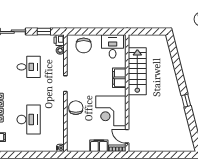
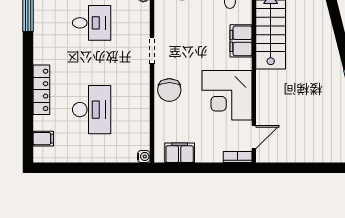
chair: (76, 108) -> (169, 90), turned 180
door: (127, 136) -> (254, 137), swing flipped
filing cabinet: (99, 146) -> (180, 153), moved

